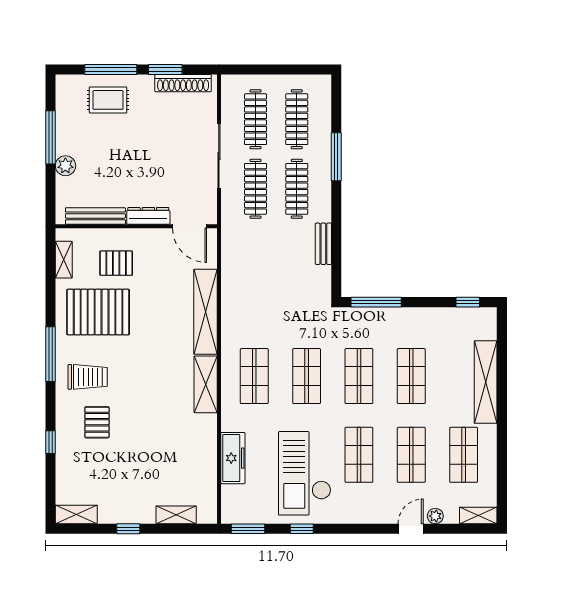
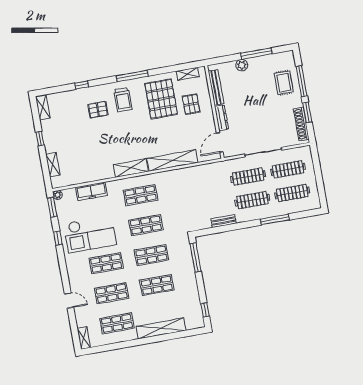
checkout: (305, 473) -> (90, 234), turned 180
plant: (435, 516) -> (58, 195), moved

